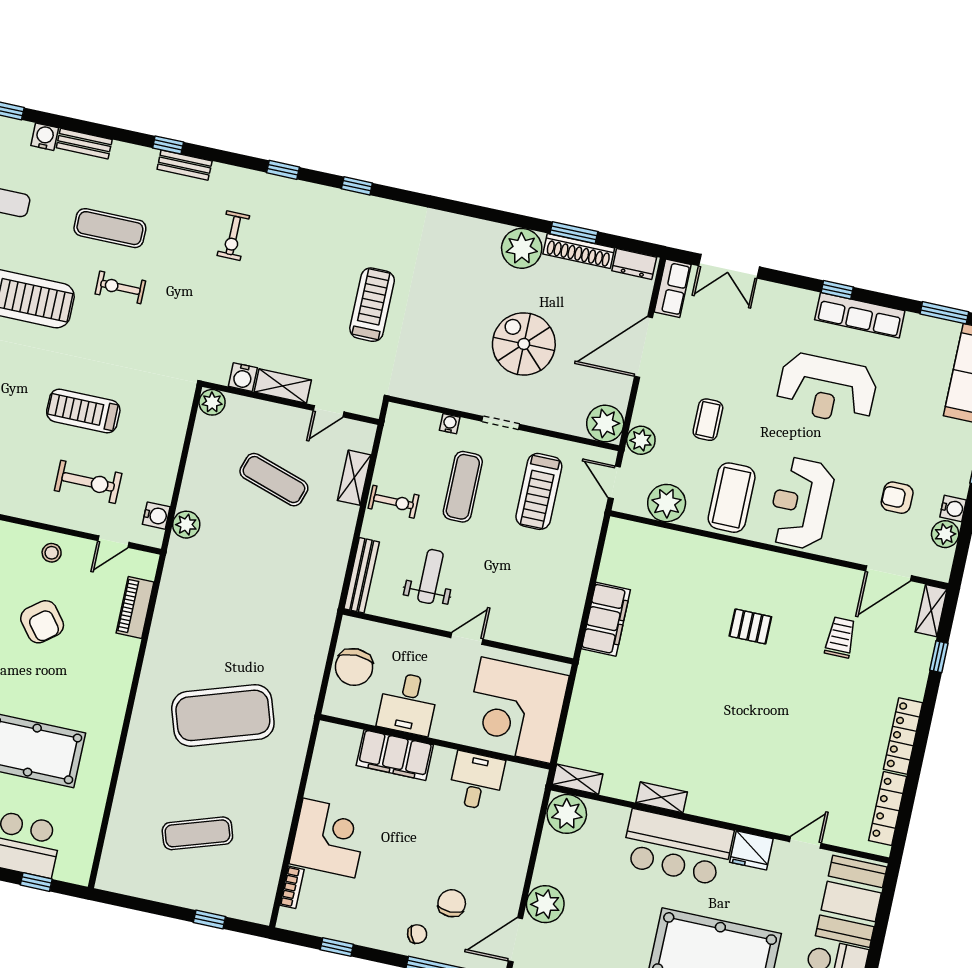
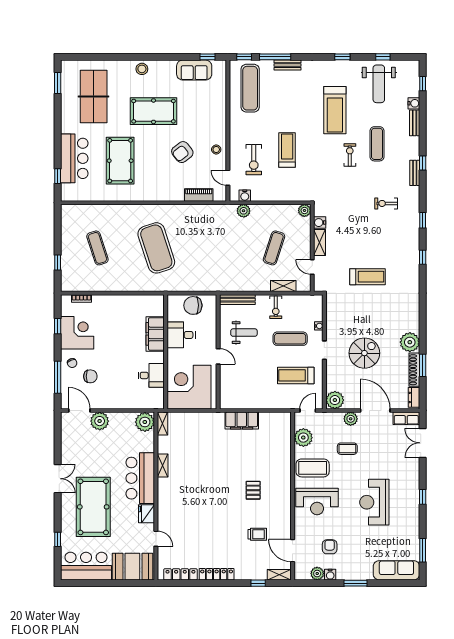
row of seats: (860, 315) -> (413, 510), removed
plant: (641, 440) -> (351, 419), moved
reception desk: (801, 503) -> (317, 502), turned 180
corner desk: (329, 838) -> (77, 333), moved, turned -90

